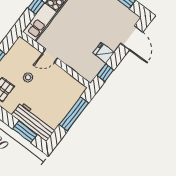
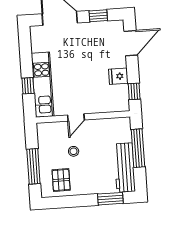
door: (132, 38) -> (131, 43), hinge flipped
workbench: (34, 122) -> (125, 168), moved, turned -90

